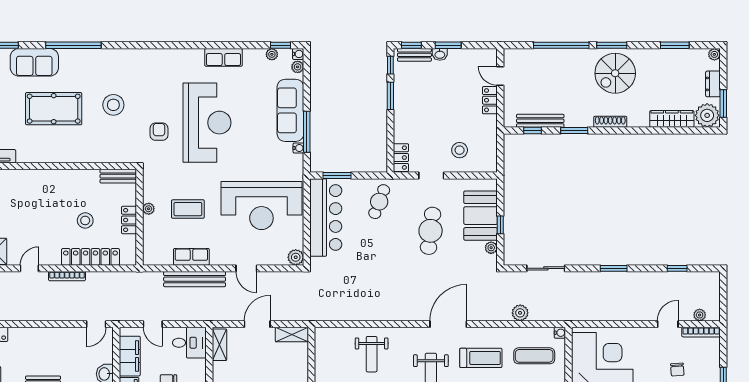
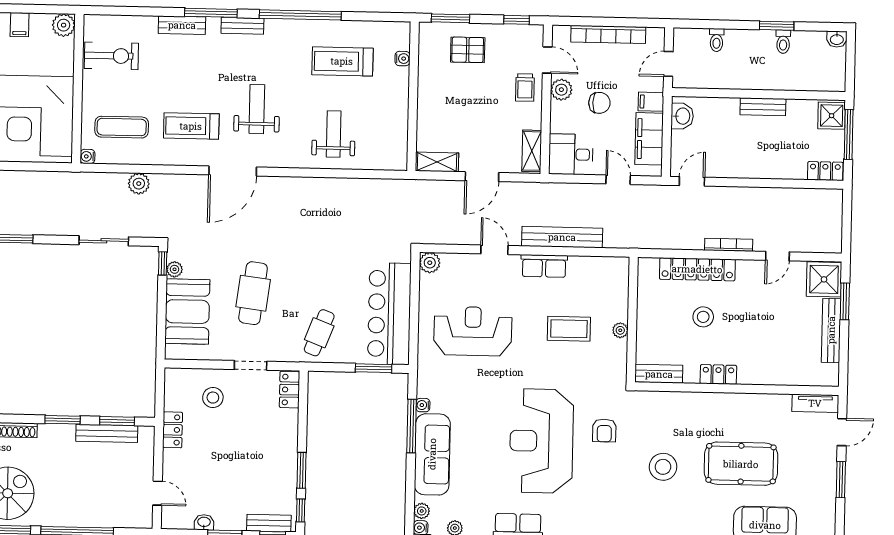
washbasin: (440, 54) -> (204, 522), moved
locker: (490, 100) -> (173, 430), moved
window: (533, 131) -> (117, 421), width x1.50
reception desk: (261, 205) -> (473, 331), width x0.74, depth x0.77
locker: (129, 220) -> (718, 374), moved, turned -90
window: (500, 225) -> (163, 263), moved
row of seats: (191, 257) -> (544, 266), moved

